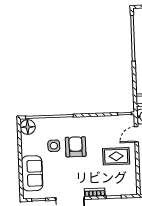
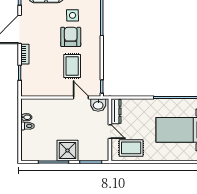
armchair: (76, 147) -> (71, 37), turned -90
rug: (116, 156) -> (72, 66), moved

